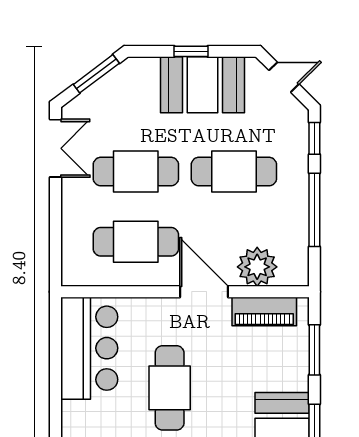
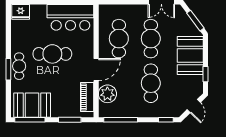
window: (191, 51) -> (205, 74), moved
booth: (203, 85) -> (190, 56), moved
window: (314, 210) -> (121, 120), moved

